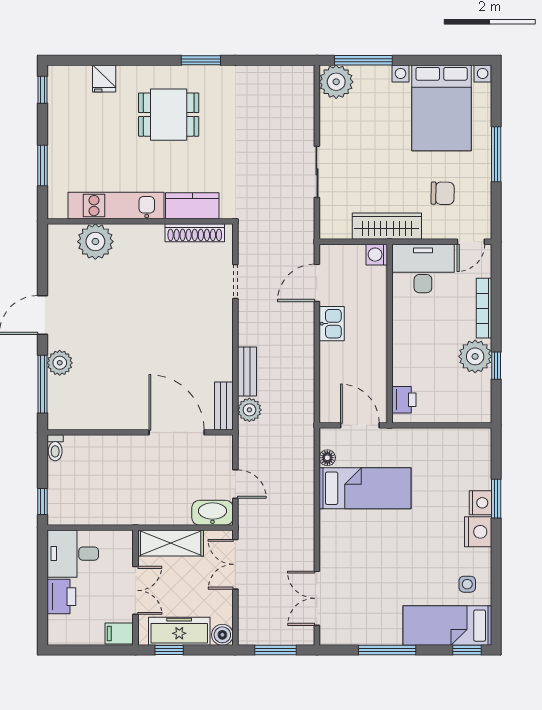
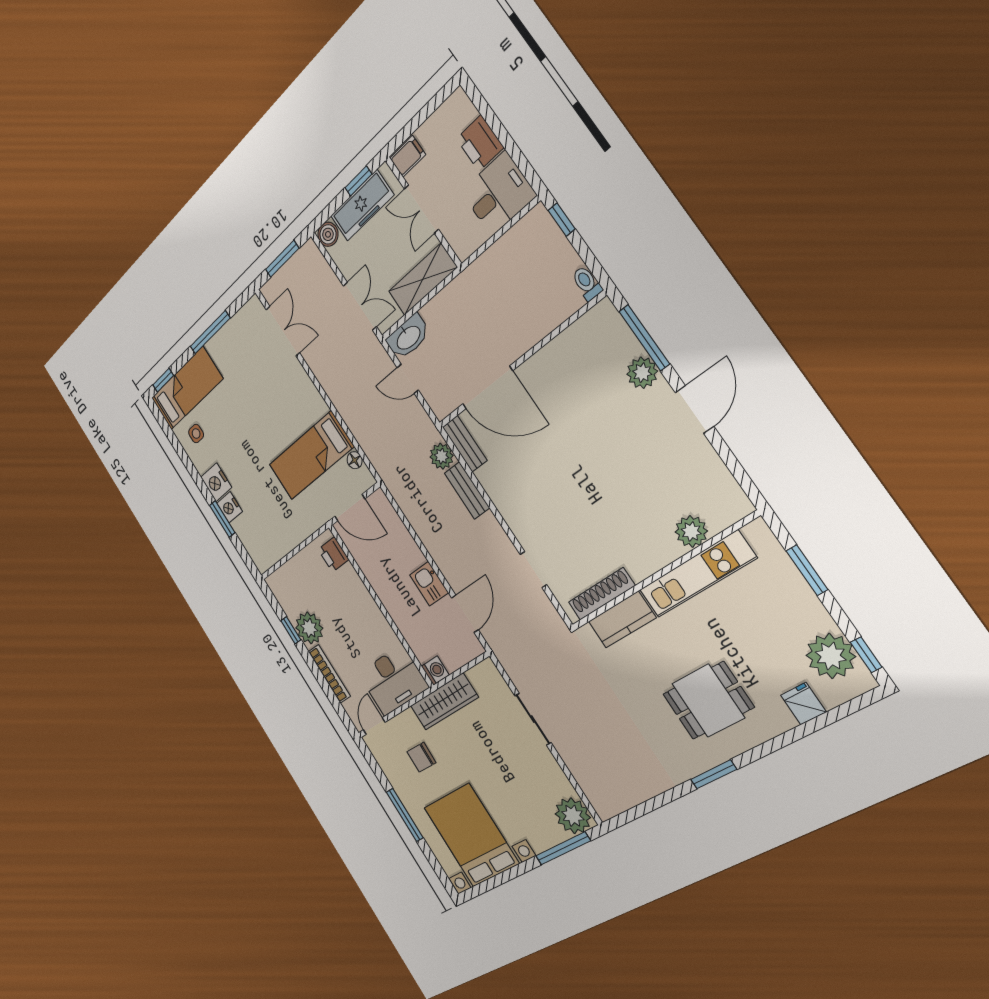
plant: (65, 101) -> (831, 656), added
plant: (95, 242) -> (691, 531), width x0.73, depth x0.73

